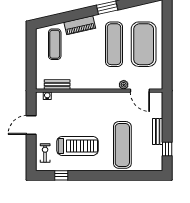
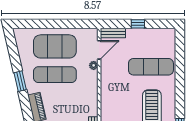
bench: (158, 131) -> (113, 33), moved
window: (167, 149) -> (138, 24), moved

